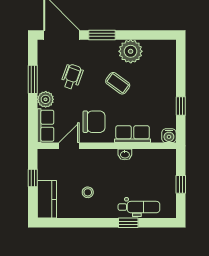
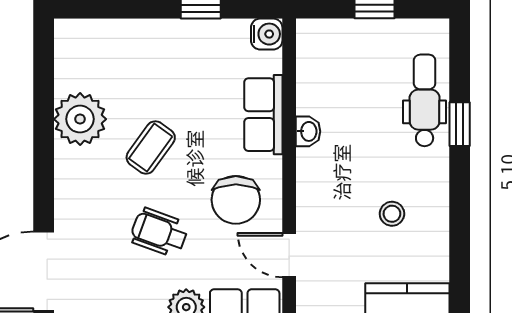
window: (102, 35) -> (44, 182), removed
wheelchair: (72, 77) -> (159, 232), moved
chair: (94, 122) -> (236, 200), turned 180

